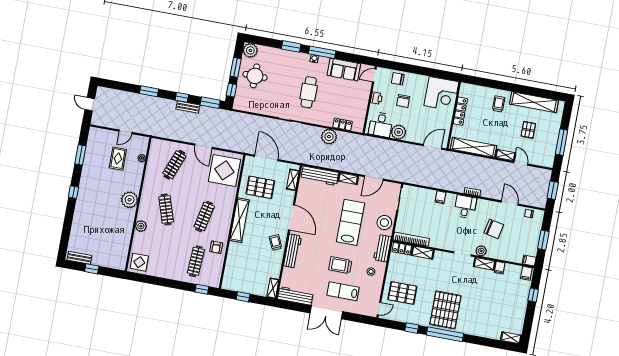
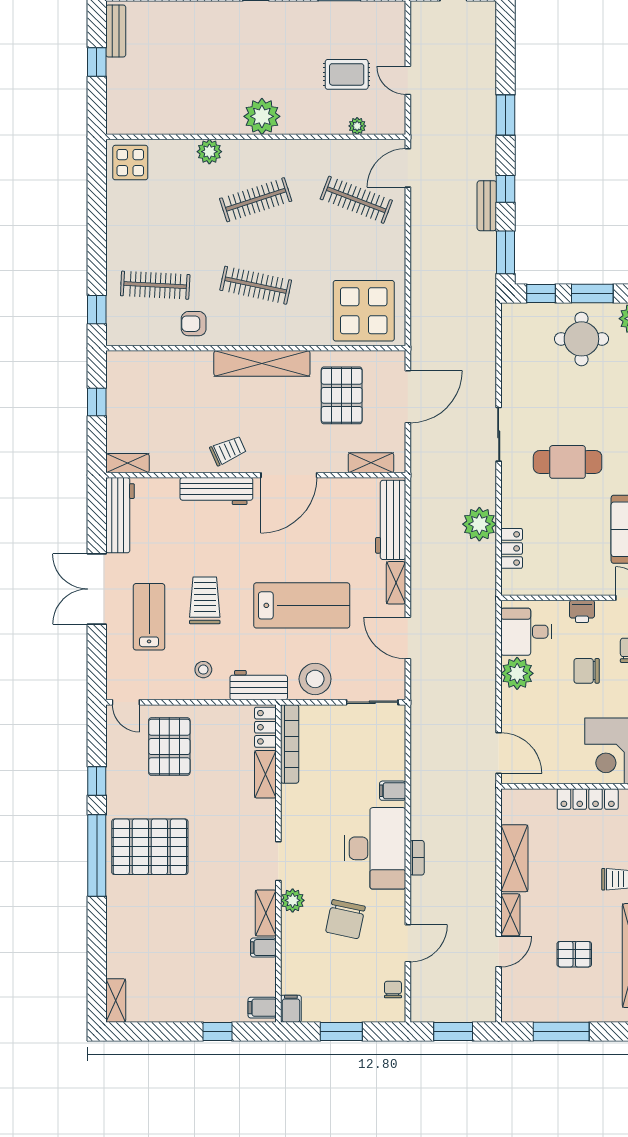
door: (203, 146) -> (408, 168), moved
shelving: (474, 147) -> (514, 858), width x0.68
desk: (465, 207) -> (375, 848), width x1.87, depth x1.30

